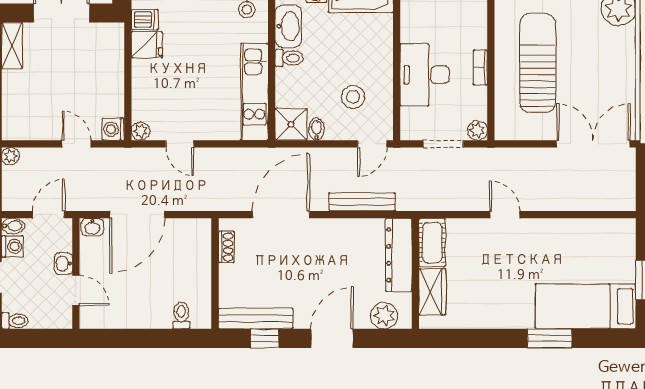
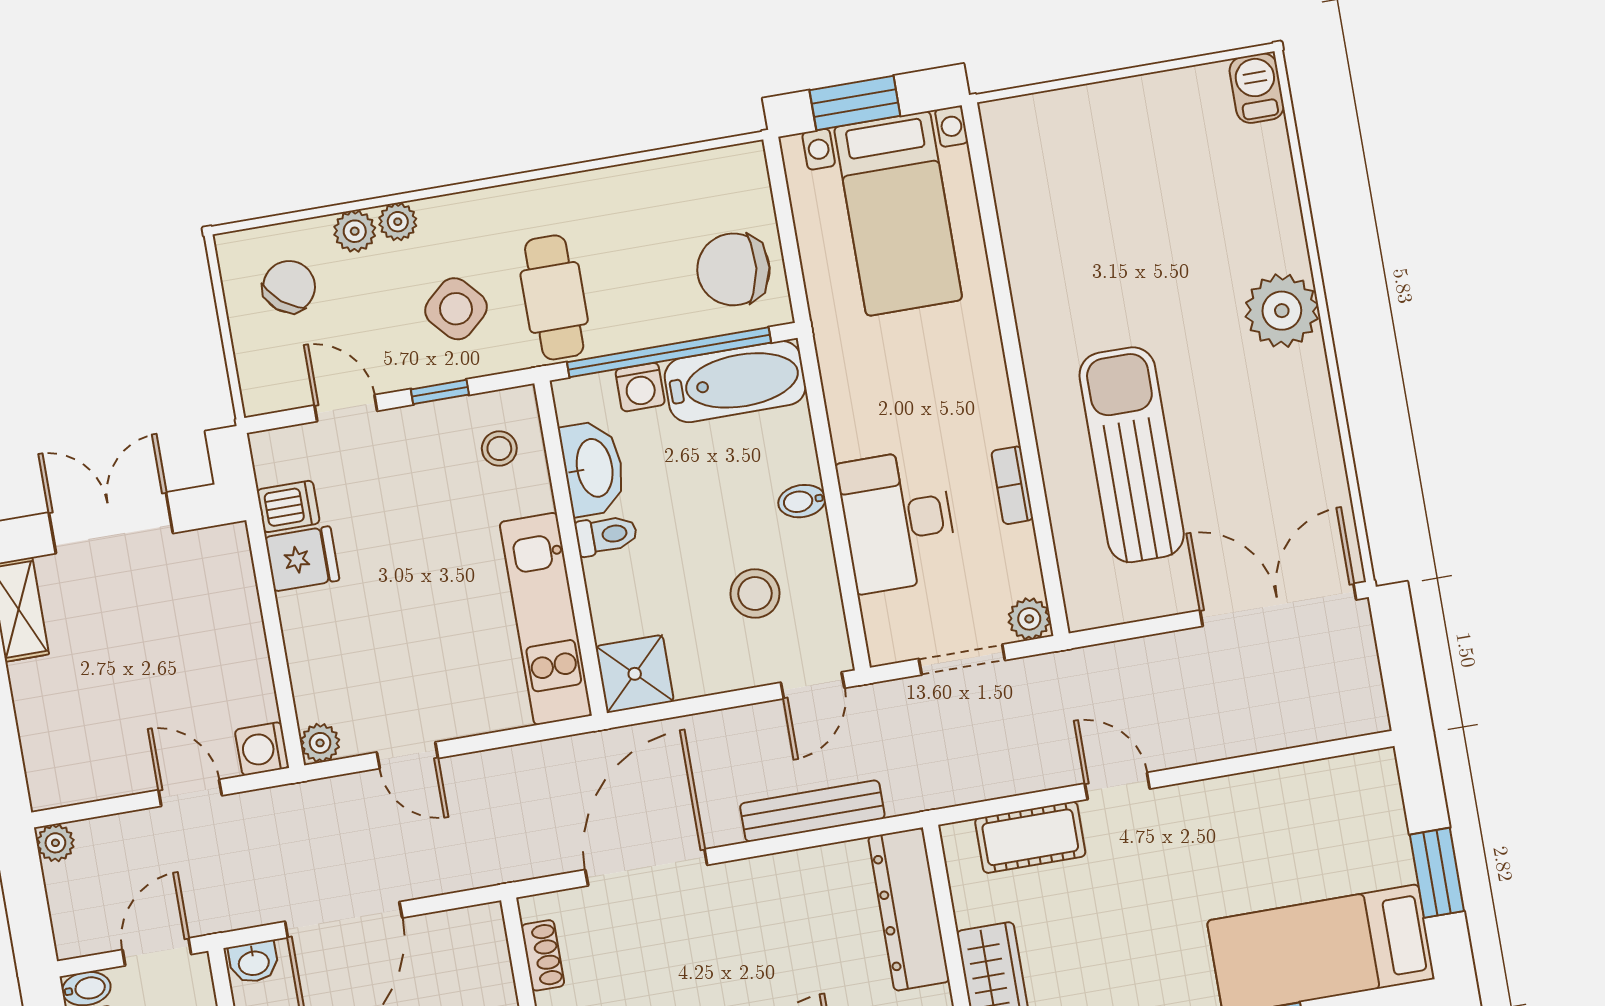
bidet: (316, 129) -> (802, 501), moved, turned -90
cot: (432, 243) -> (1030, 837), moved, turned 90

